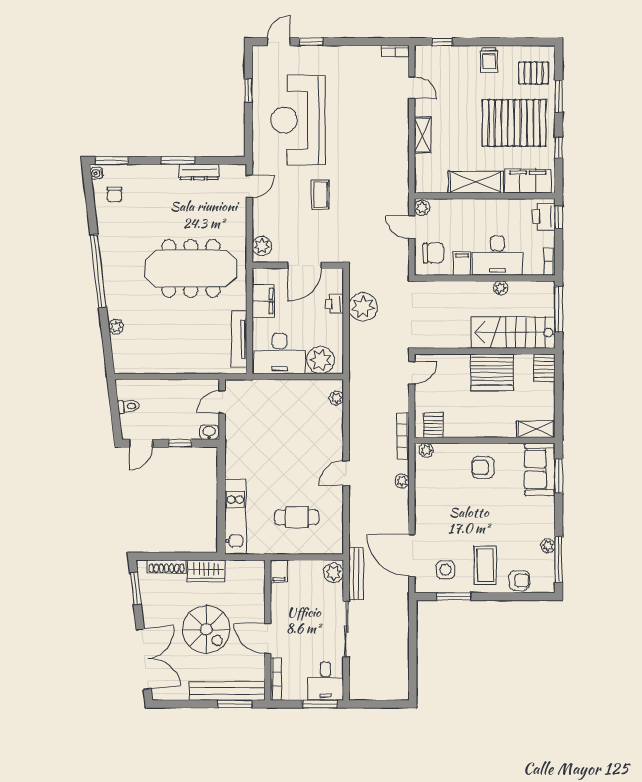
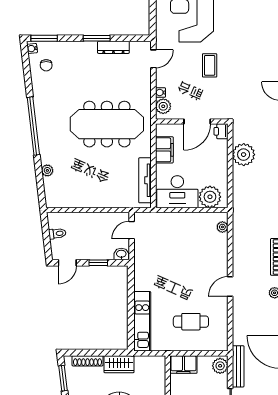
water cooler: (258, 229) -> (160, 92), added
printer: (335, 304) -> (221, 131), moved
filing cabinet: (279, 571) -> (183, 364), width x2.00

